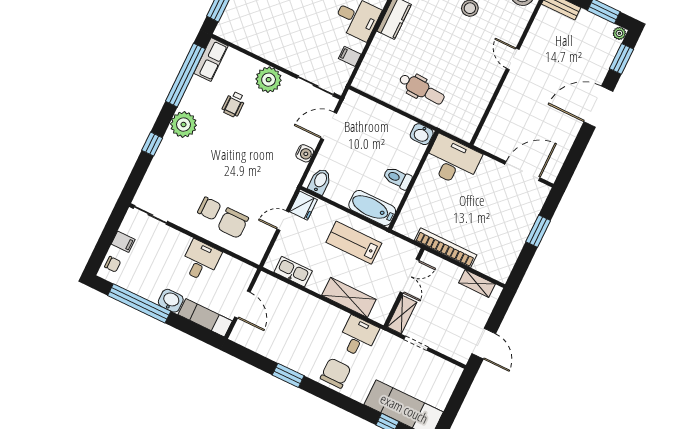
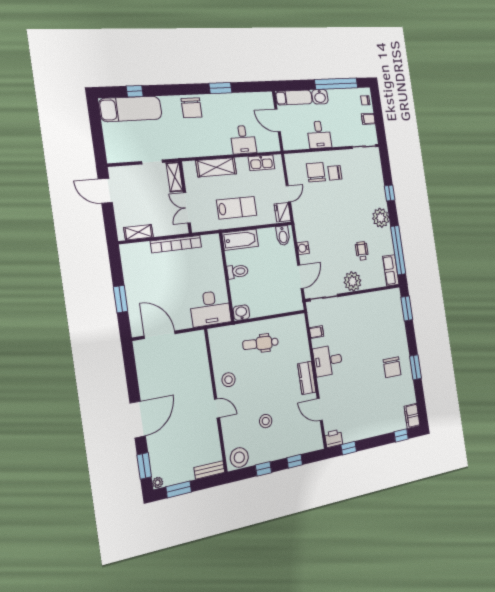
stool: (481, 78) -> (229, 380), added
door: (522, 171) -> (160, 335), swing flipped
desk: (358, 337) -> (243, 140), moved

